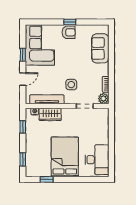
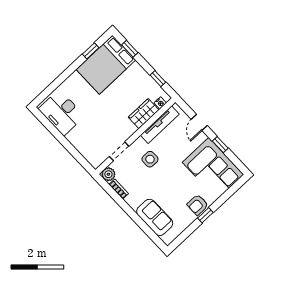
bed: (65, 157) -> (106, 65), moved, turned 90

